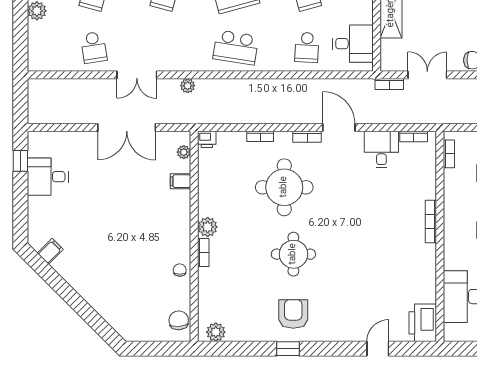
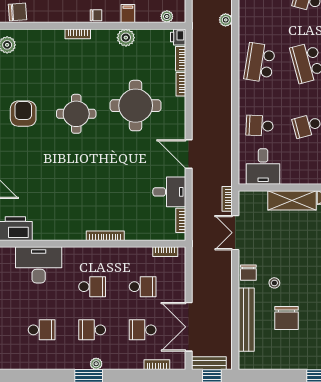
double door: (427, 75) -> (235, 233), swing flipped
door: (339, 128) -> (189, 154), swing flipped
bookcase: (307, 137) -> (181, 59), moved
filing cabinet: (180, 181) -> (128, 14), moved
plant: (208, 227) -> (126, 38), moved
chair: (180, 270) -> (96, 15), moved
armchair: (293, 314) -> (23, 114), turned -90

